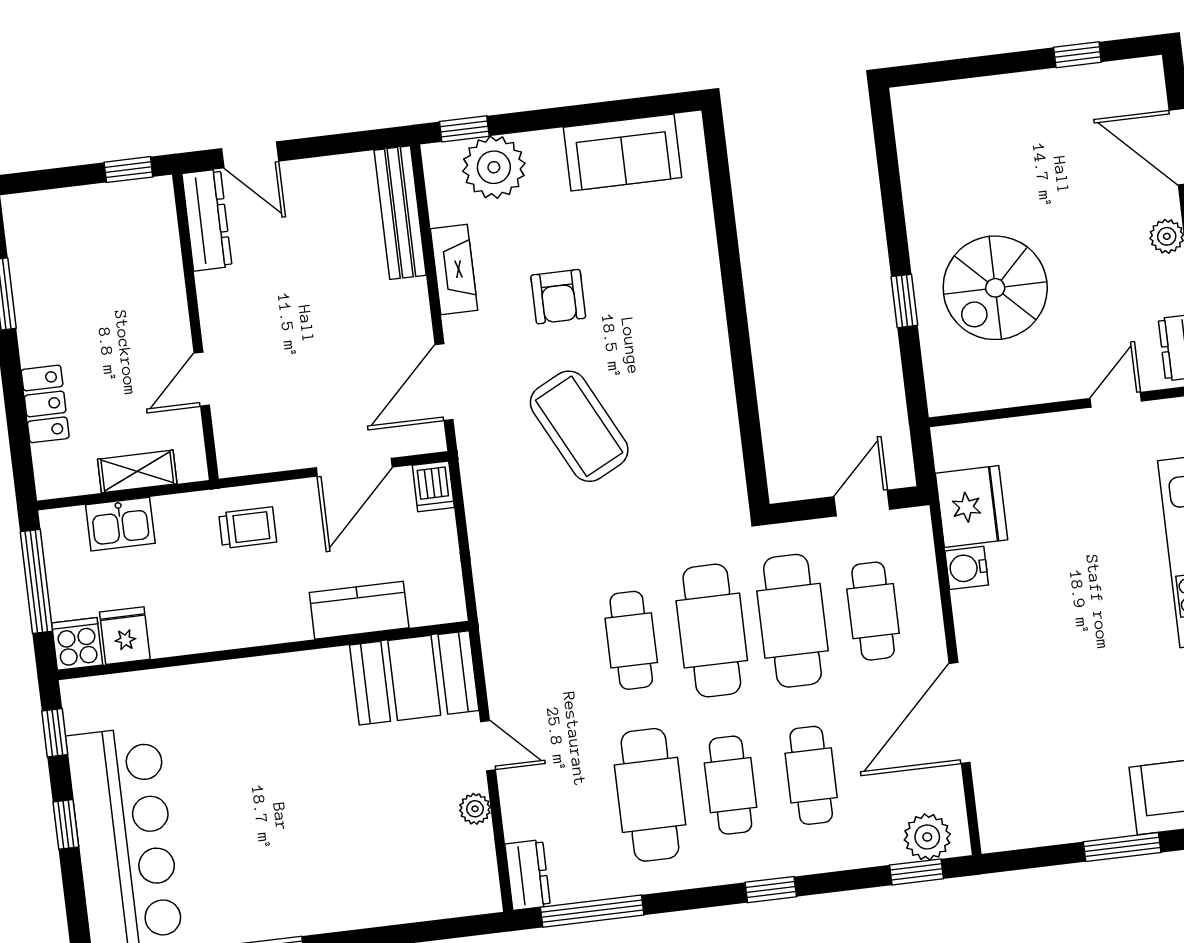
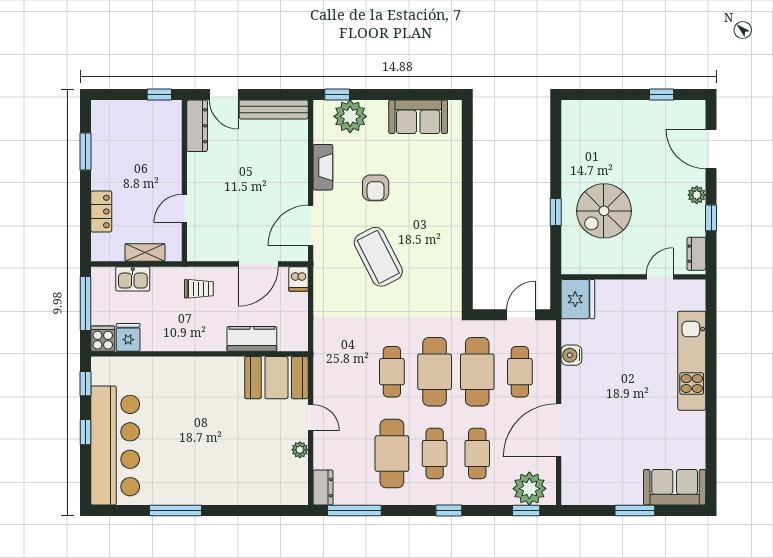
bench: (400, 213) -> (274, 109), moved, turned 90
fridge: (972, 507) -> (578, 299), moved
plant: (927, 837) -> (529, 489), width x1.36, depth x1.36

